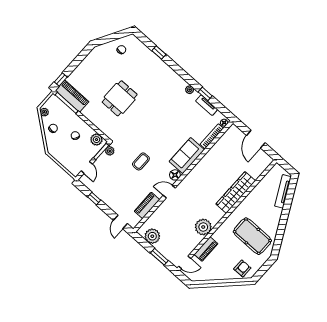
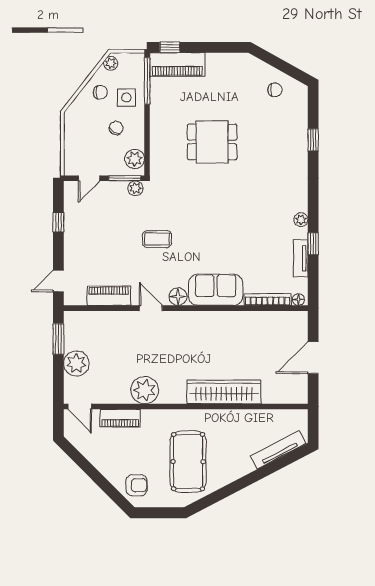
piano: (72, 96) -> (177, 65), moved, turned 90
side table: (66, 119) -> (126, 98), added
plant: (152, 236) -> (76, 364), moved
window: (159, 257) -> (58, 339), moved

